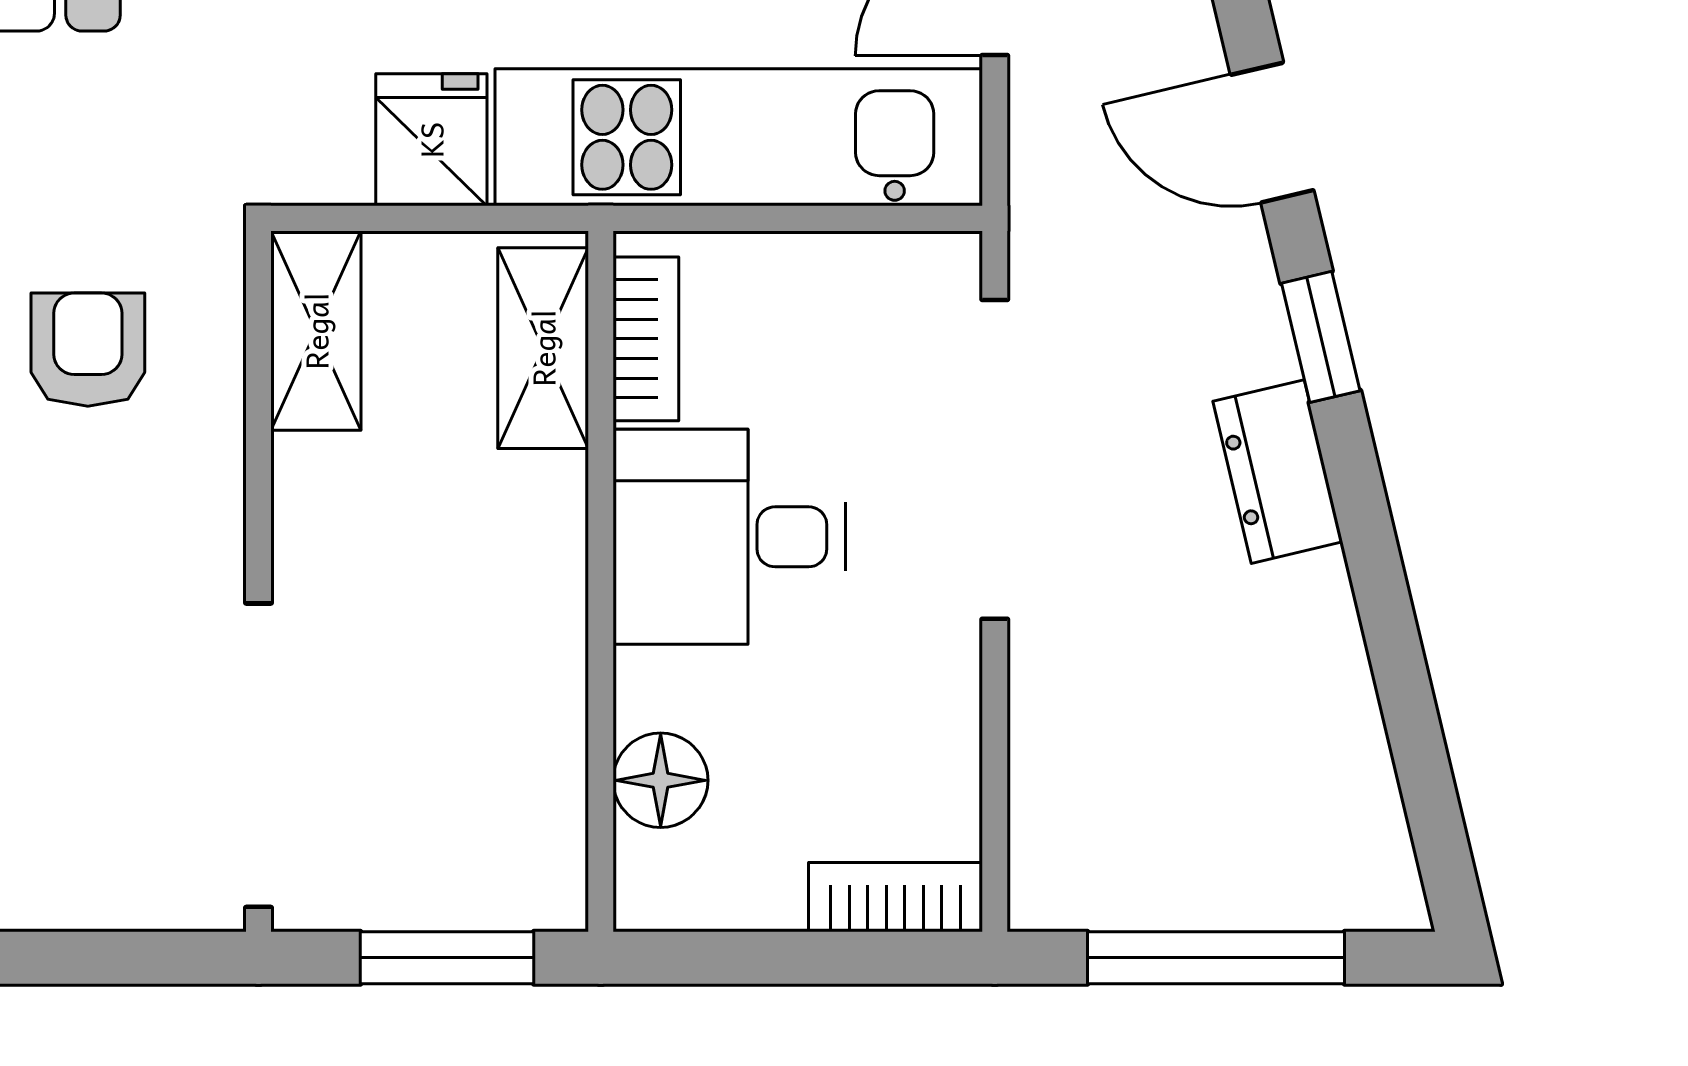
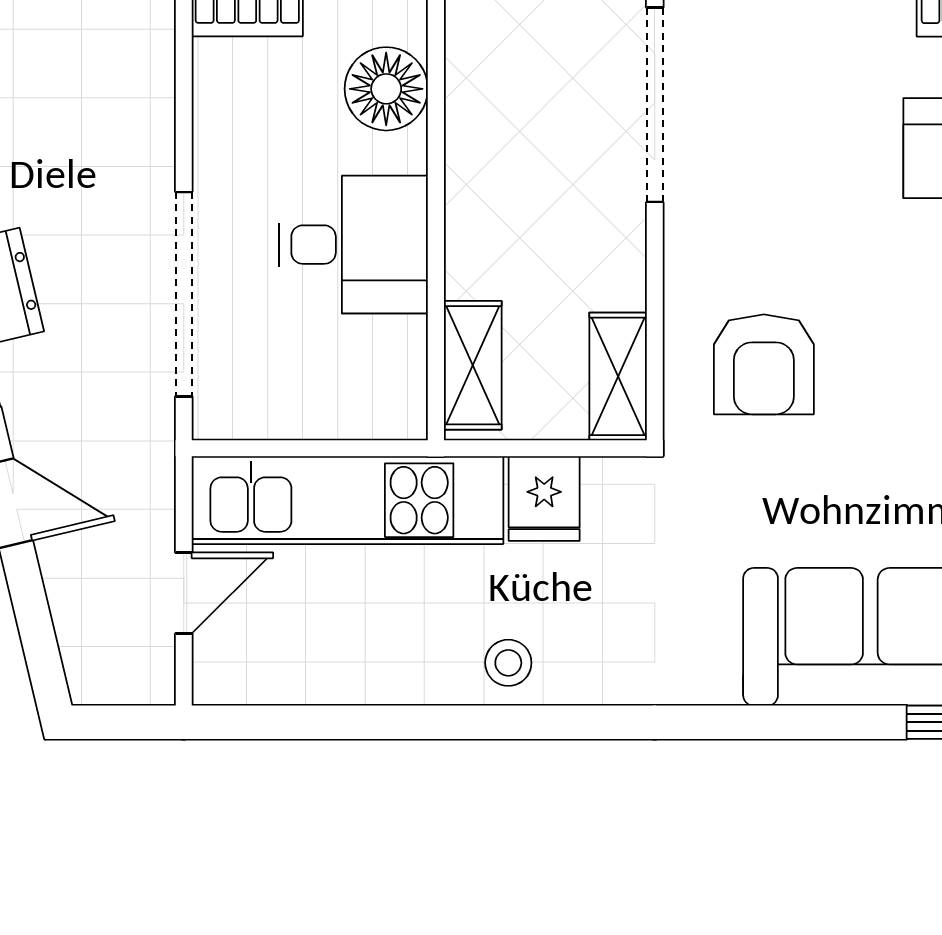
bookcase: (646, 339) -> (407, 371), removed
armchair: (88, 350) -> (764, 364), width x1.38, depth x1.38
floor lamp: (661, 780) -> (386, 89), width x1.38, depth x1.38

